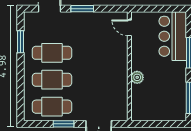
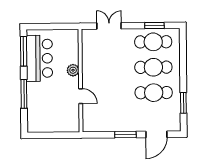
door: (129, 28) -> (81, 96), moved
bar counter: (173, 36) -> (39, 58), moved
window: (64, 124) -> (154, 26), moved

